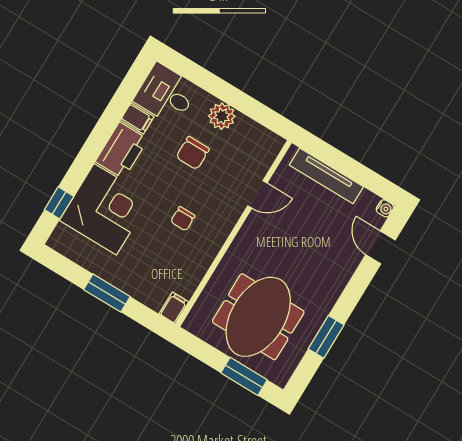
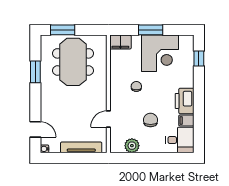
plant: (222, 116) -> (132, 146), moved
corner desk: (105, 209) -> (160, 53), moved, turned -90
filing cabinet: (174, 308) -> (120, 42), width x2.00

